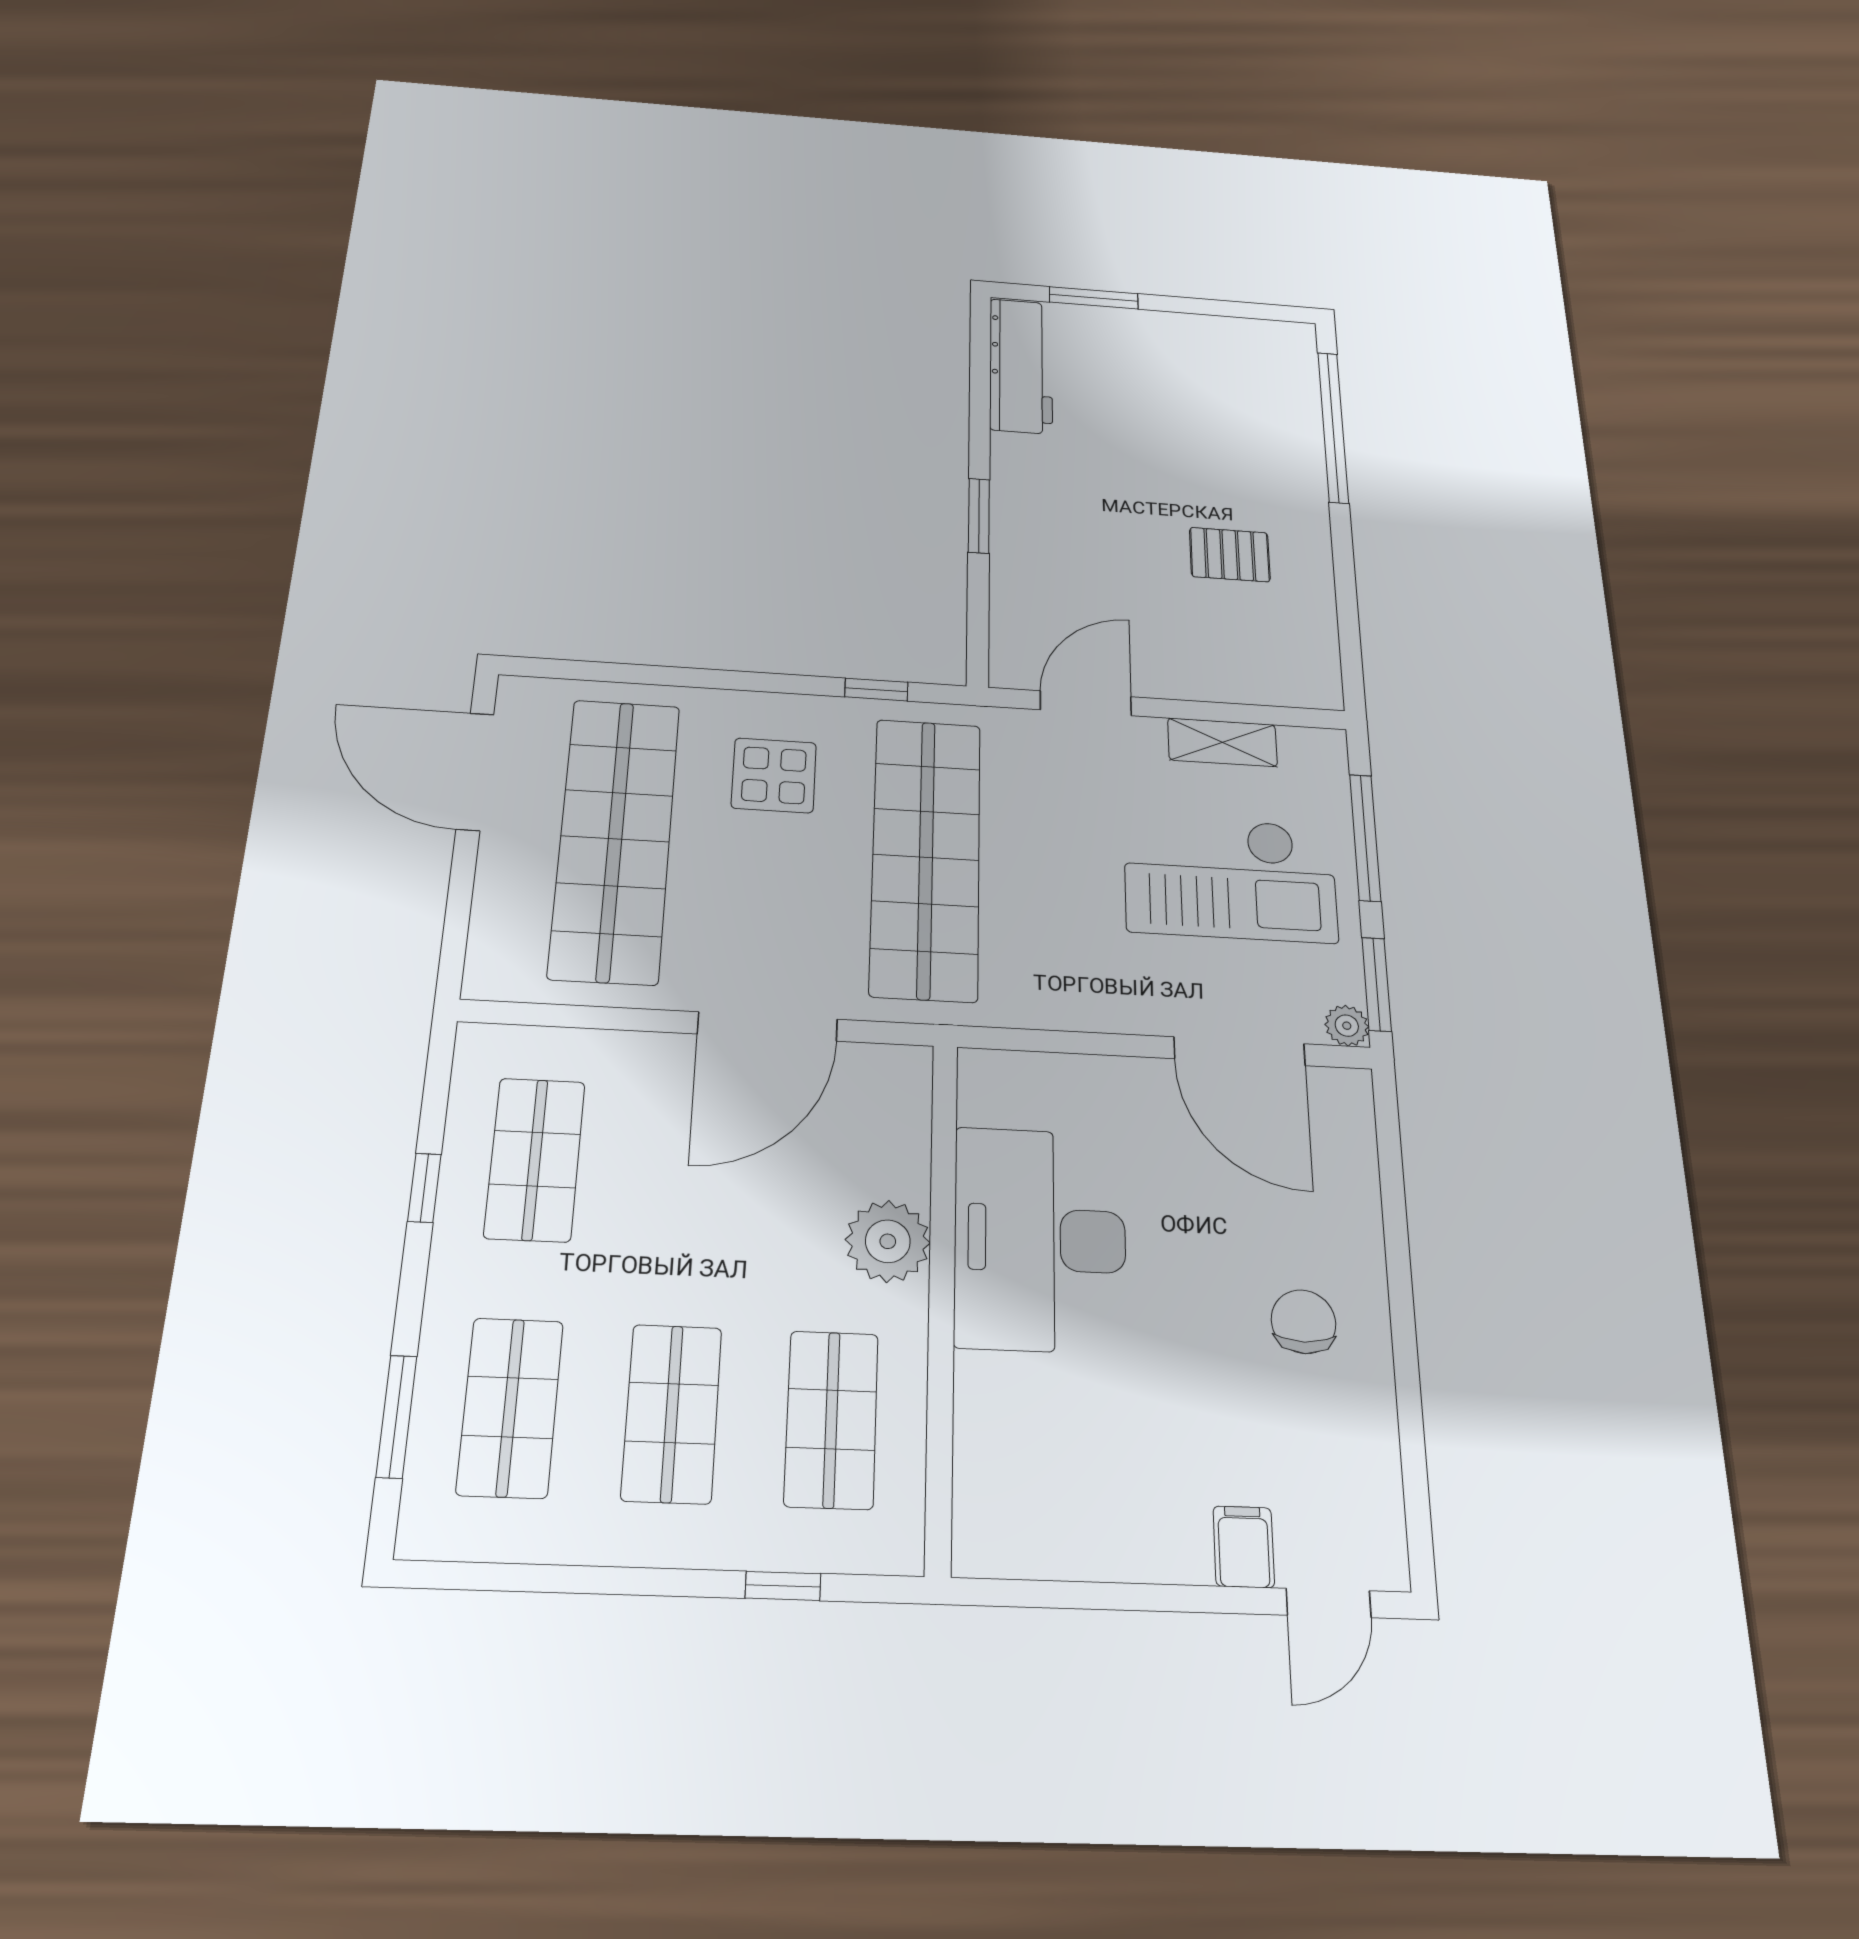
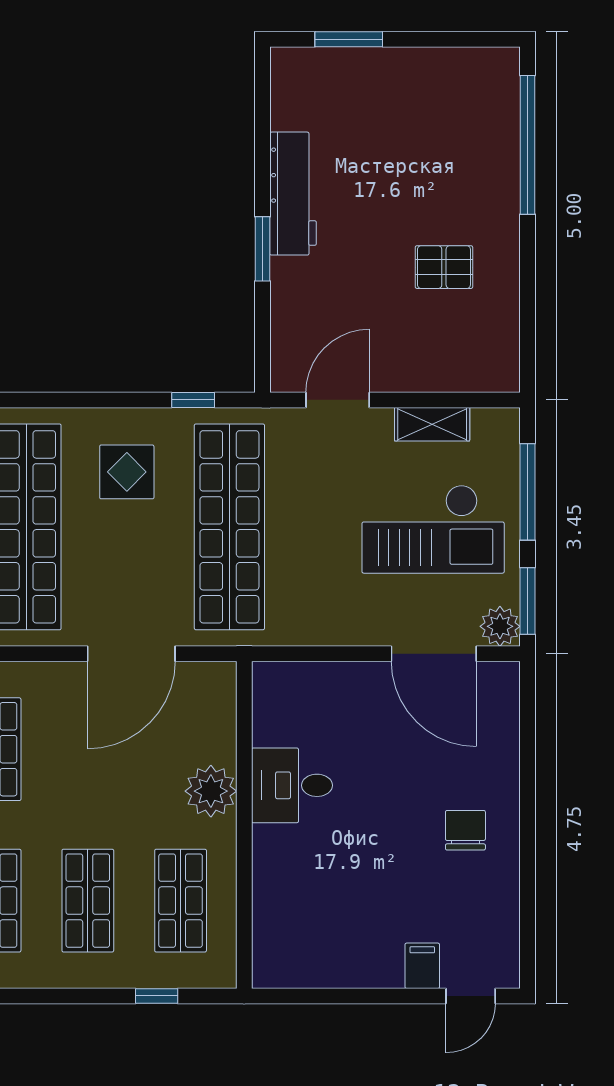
workbench: (1021, 366) -> (293, 194), moved
plant: (1347, 1026) -> (500, 626), width x1.38, depth x1.38
desk: (1040, 1239) -> (292, 785), width x0.53, depth x0.77

